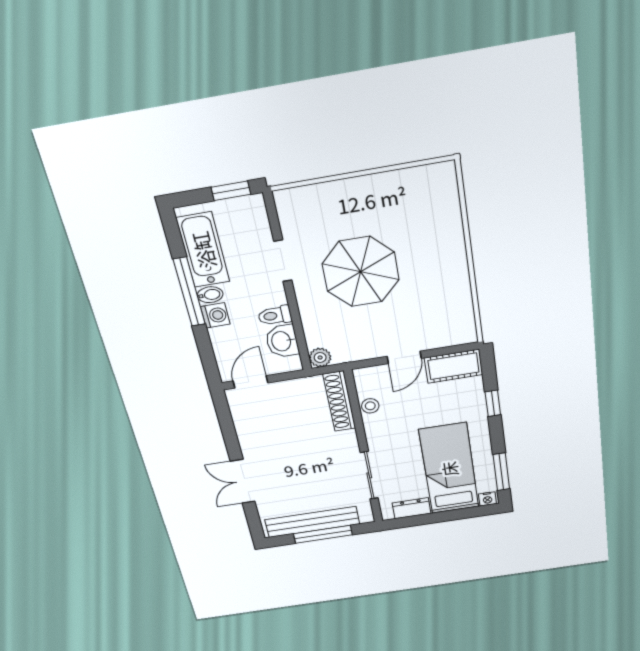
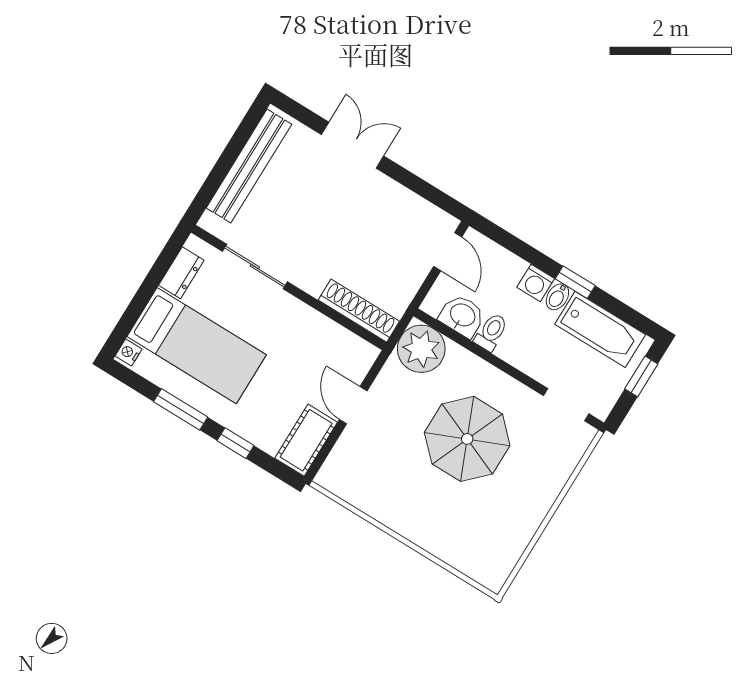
window: (231, 191) -> (641, 376), moved
doorway: (283, 261) -> (566, 405), moved
window: (189, 292) -> (575, 282), width x0.46
plant: (320, 358) -> (421, 349), width x1.88, depth x1.88
stool: (370, 406) -> (330, 333), removed
window: (501, 472) -> (181, 409), moved
window: (323, 534) -> (225, 162), removed

